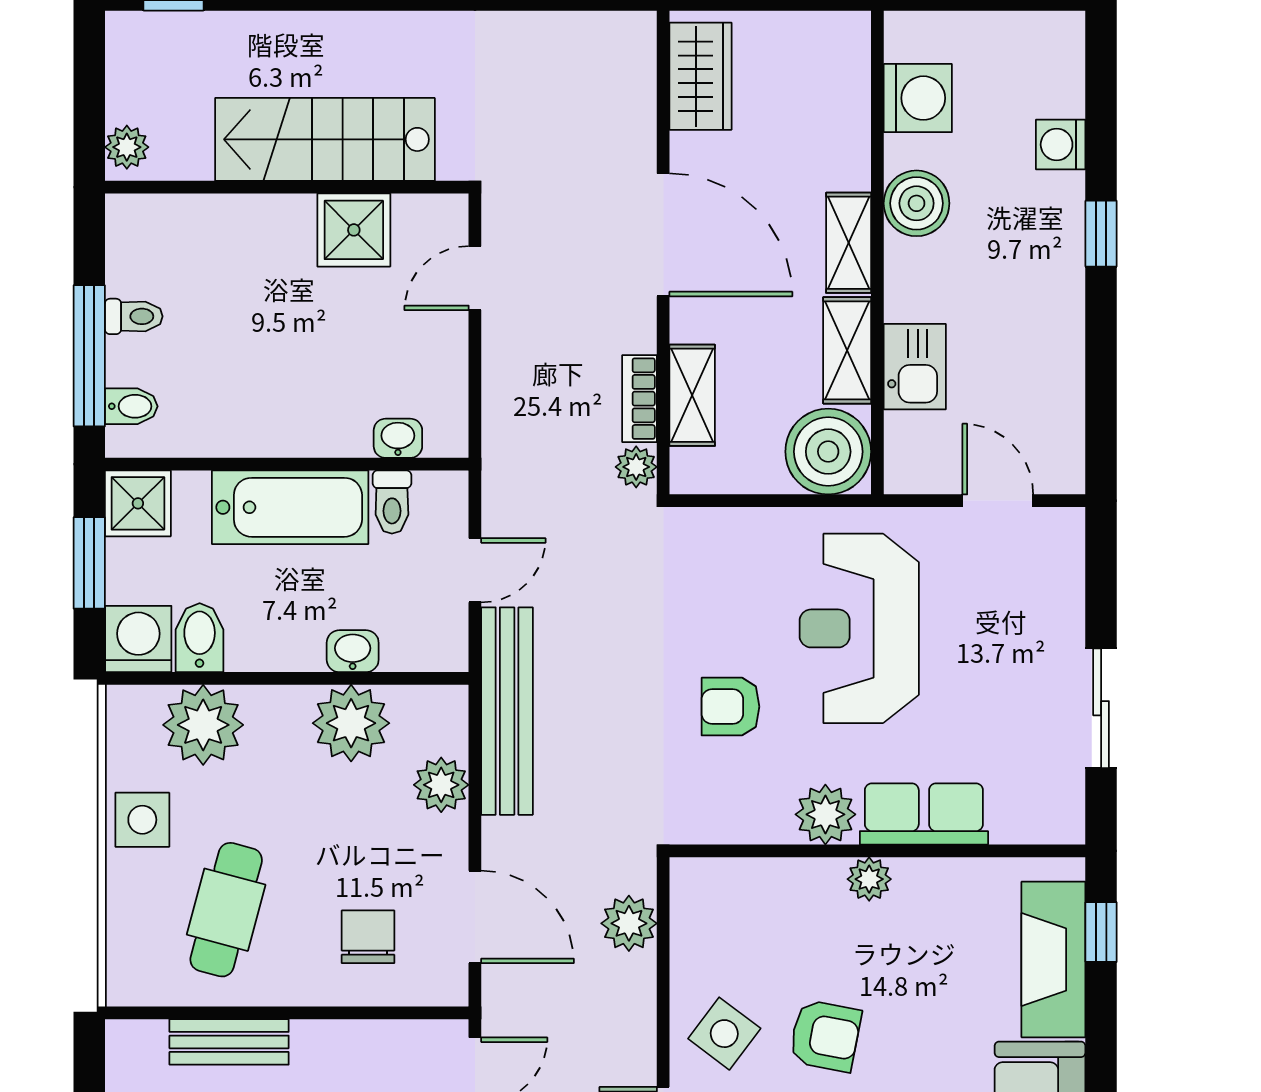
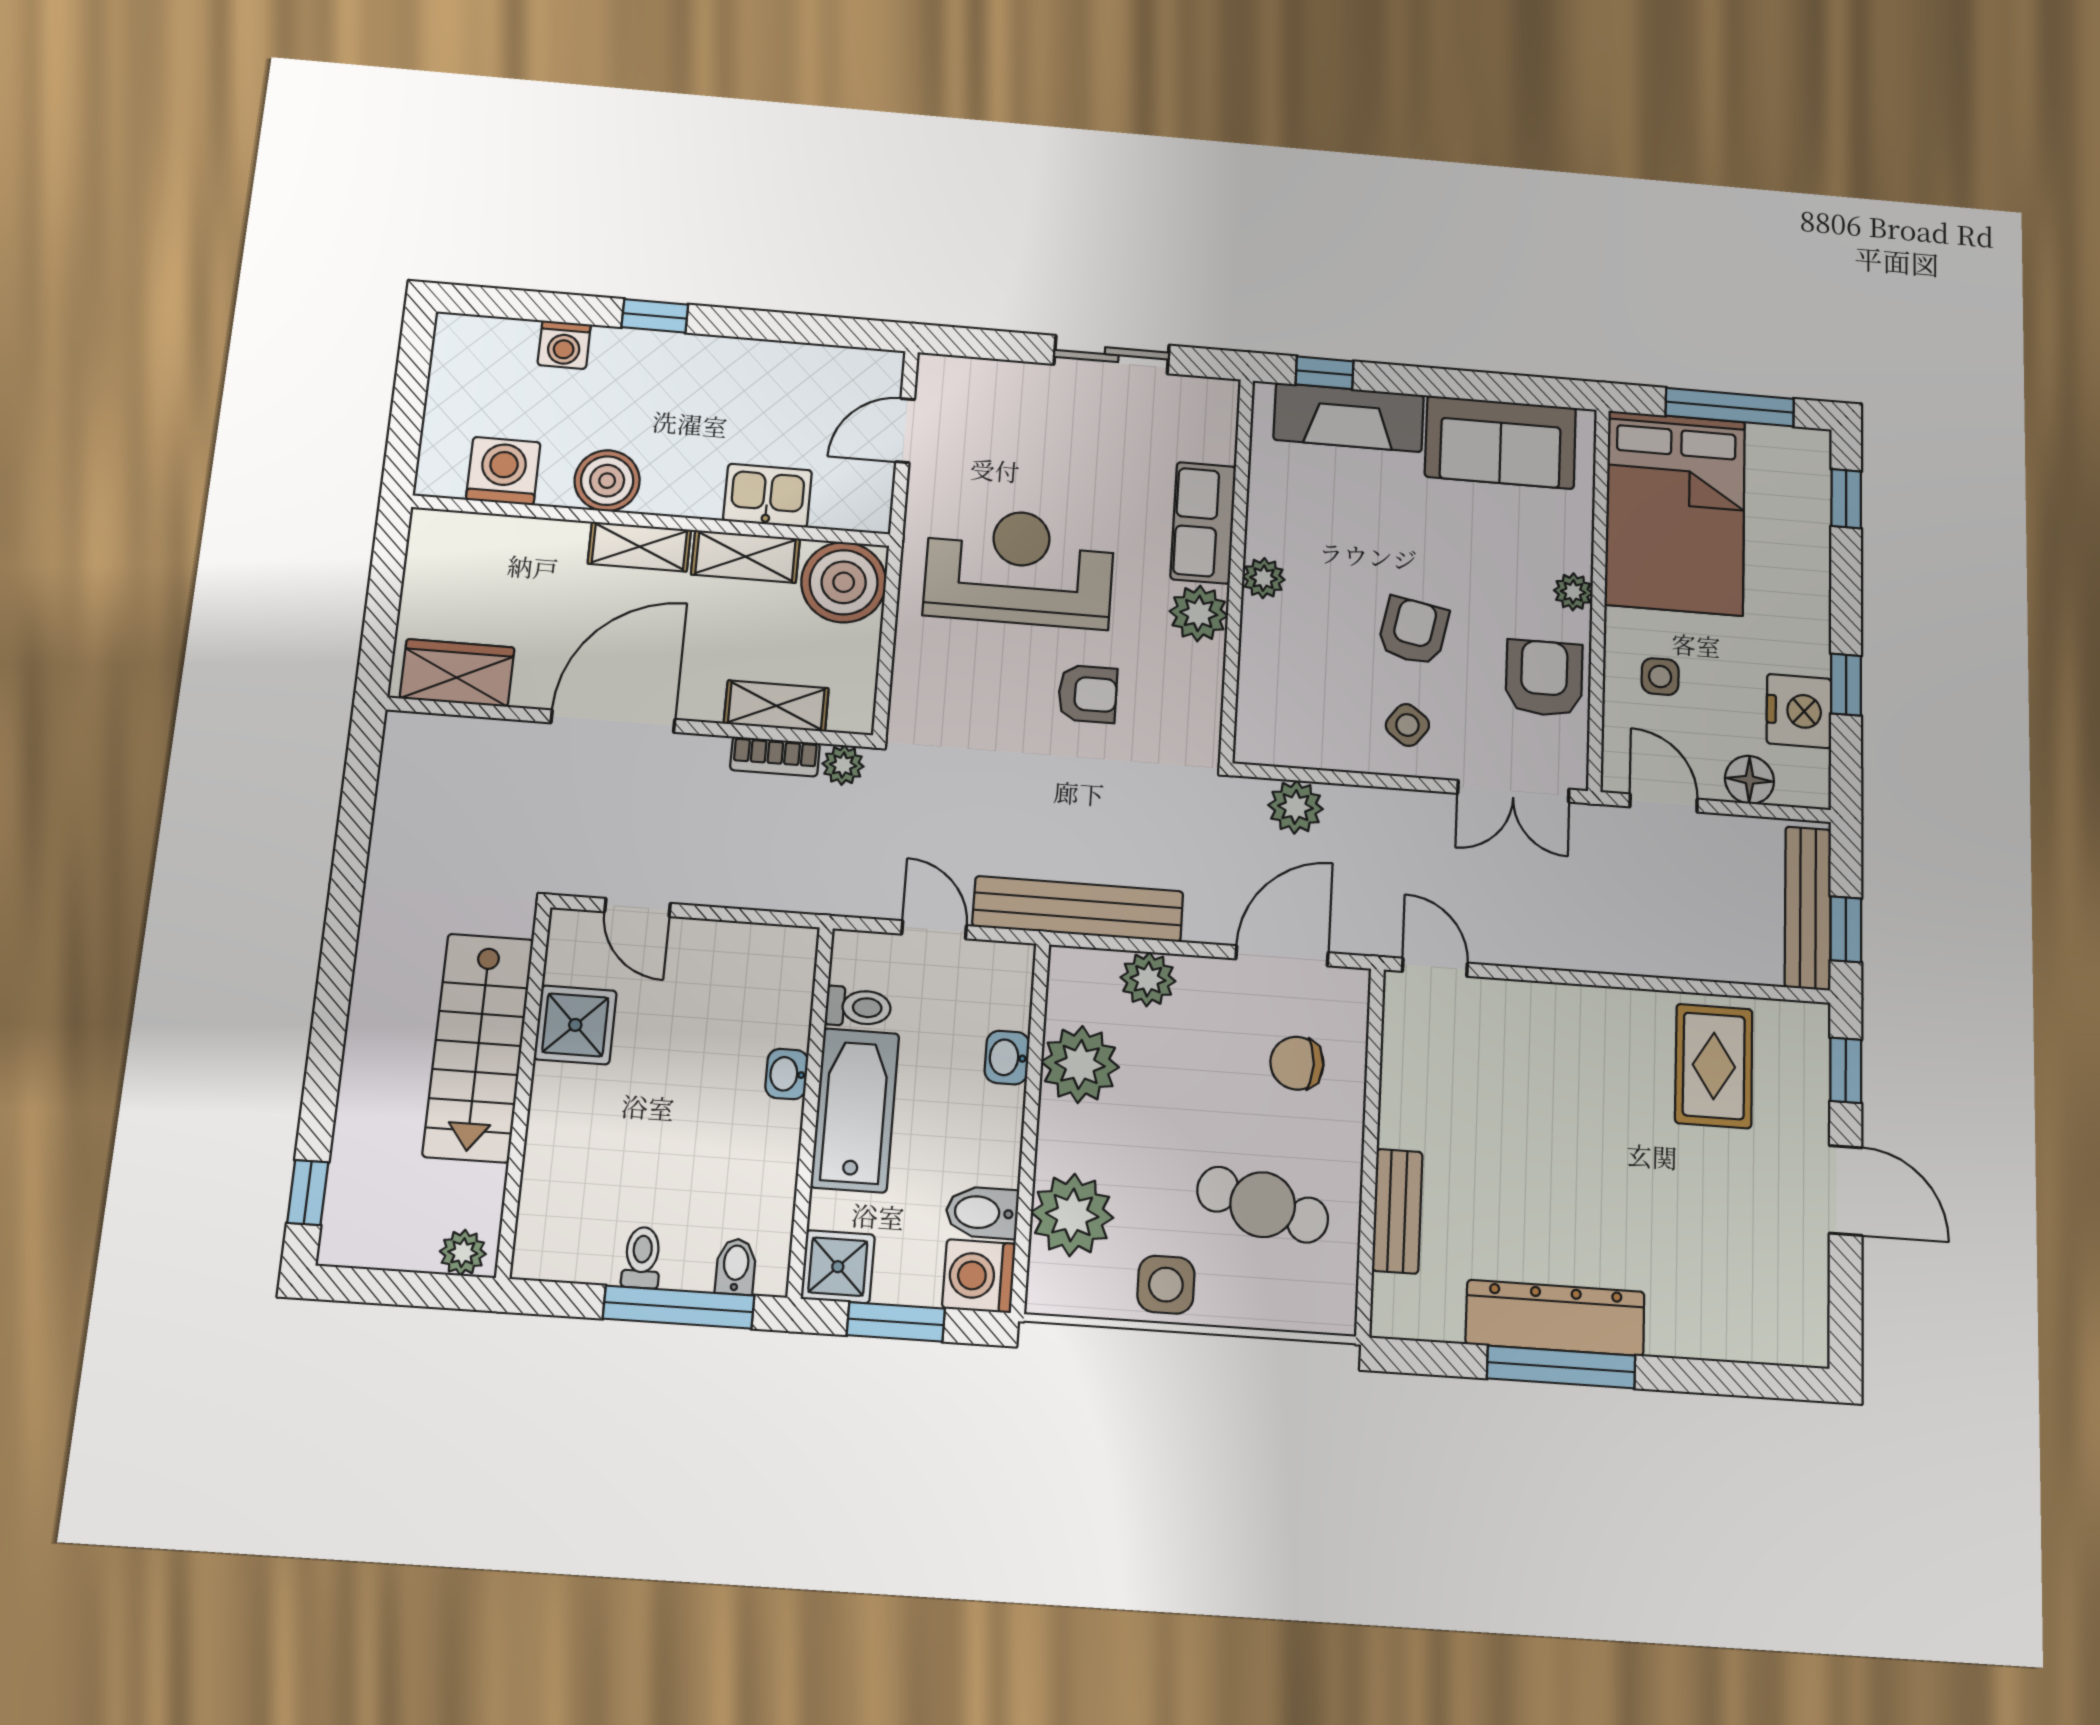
washbasin: (398, 438) -> (787, 1074), moved
reception desk: (859, 628) -> (1019, 568), turned 180
armchair: (730, 707) -> (1088, 694), turned -90
side table: (724, 1034) -> (1407, 725), width x0.73, depth x0.73

